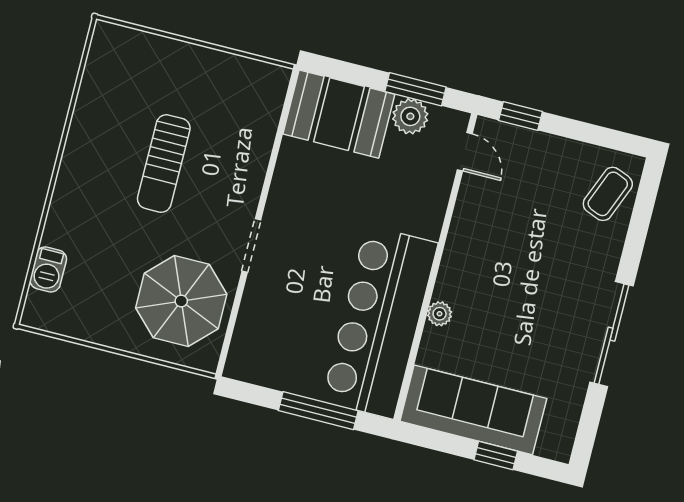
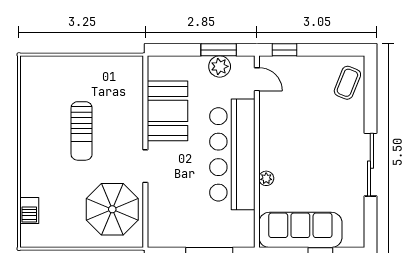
booth: (339, 114) -> (167, 111), moved, turned 90
bar counter: (380, 322) -> (232, 154), moved

